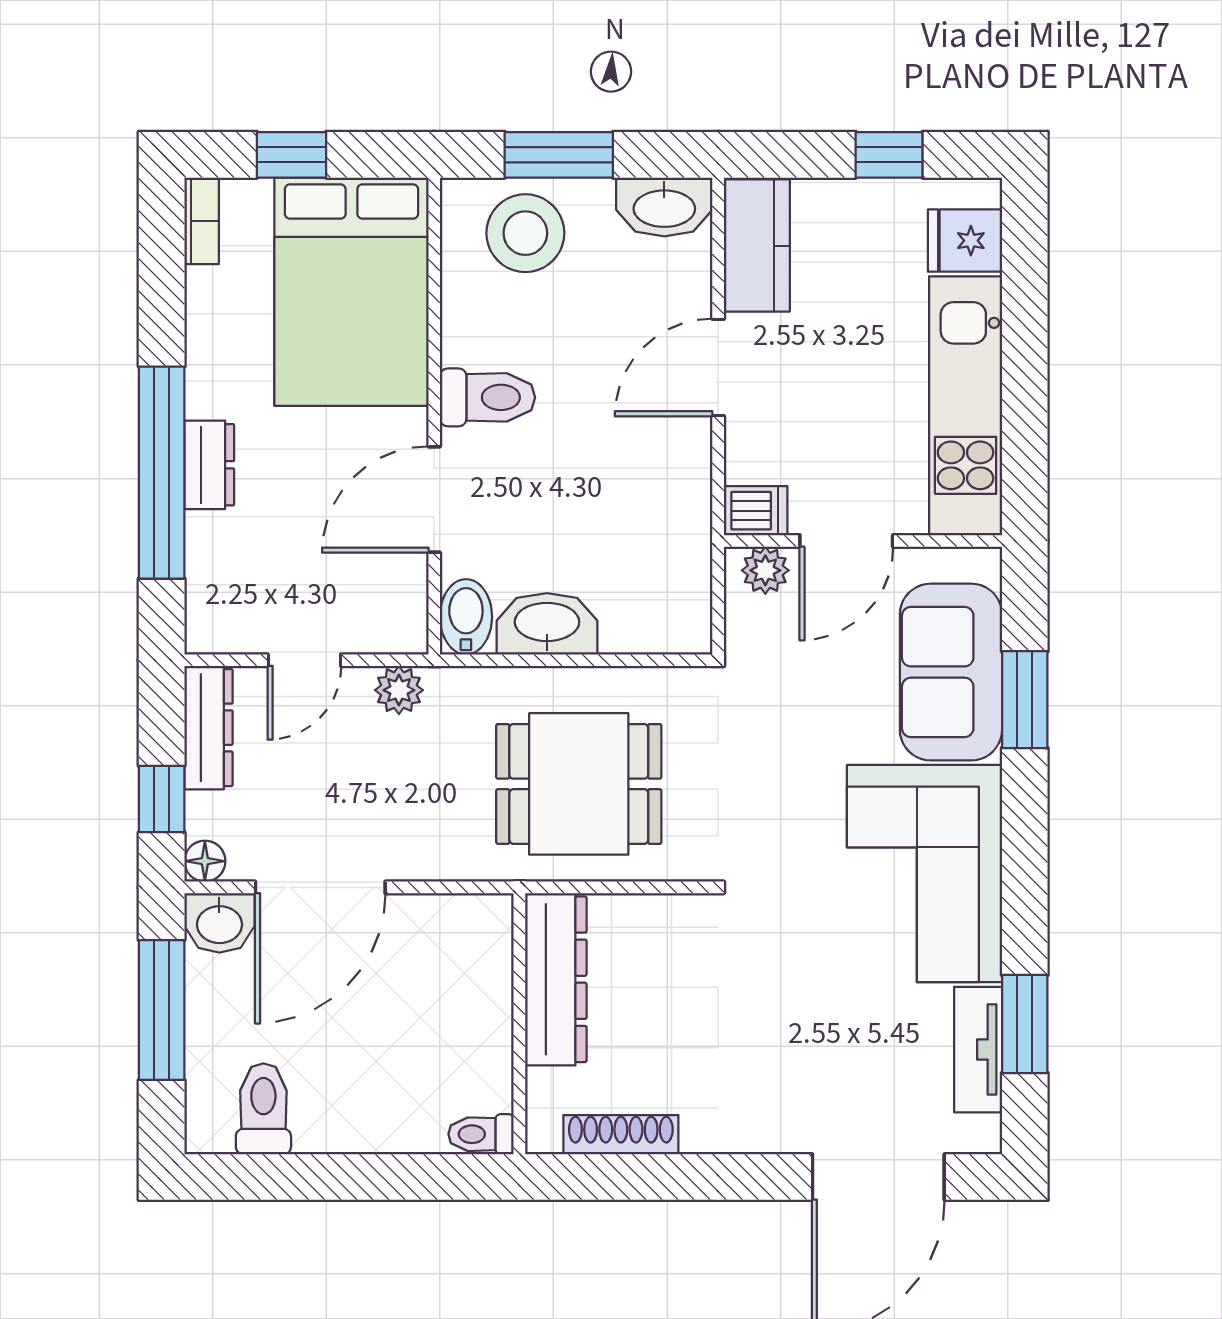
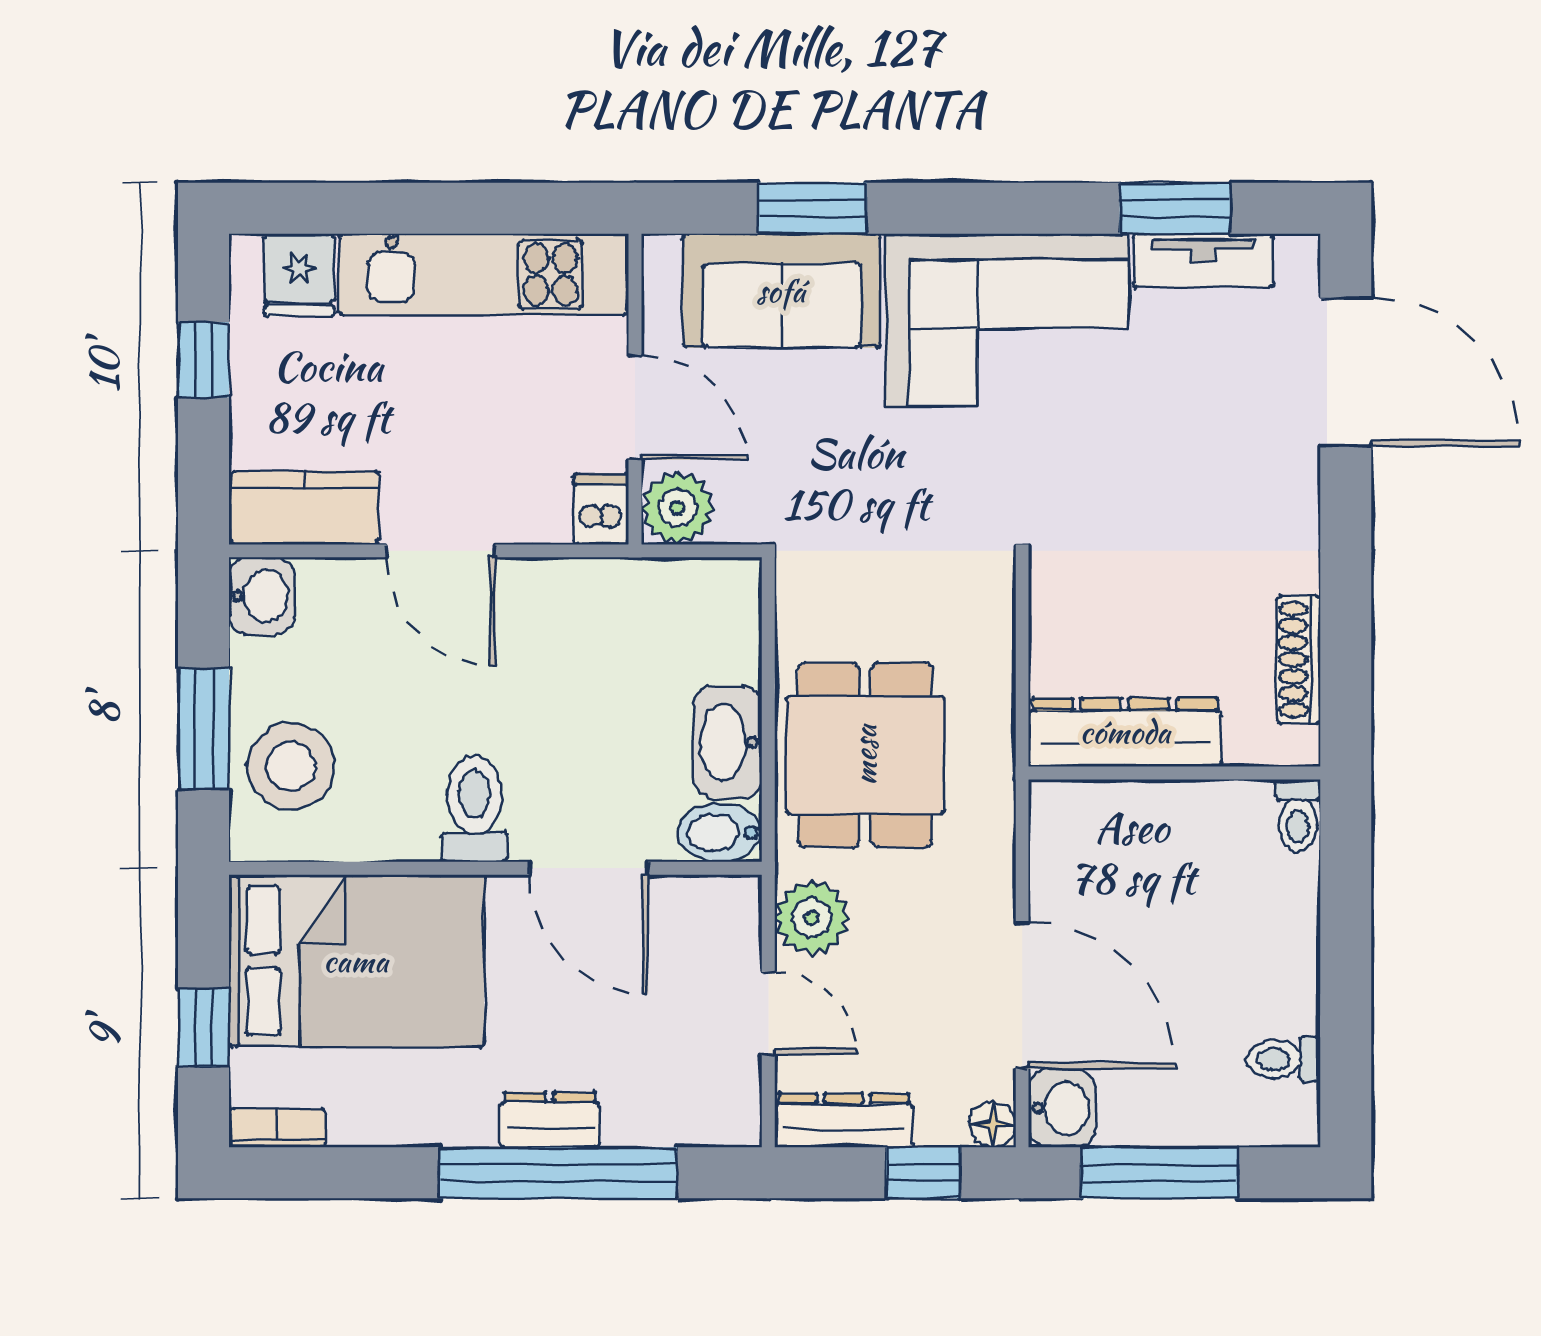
washbasin: (664, 207) -> (262, 596), width x0.72
plant: (765, 570) -> (678, 508), width x1.38, depth x1.38
plant: (399, 690) -> (812, 918), width x1.38, depth x1.38
dining table: (579, 784) -> (865, 755), moved
toilet: (263, 1109) -> (1284, 1059), width x0.73, depth x0.72

